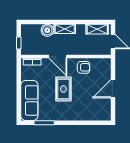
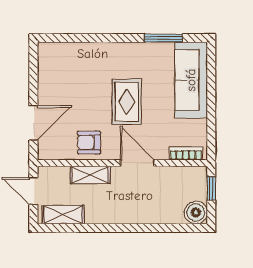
shelving: (65, 29) -> (90, 175), moved
boiler: (47, 30) -> (196, 212), moved
door: (113, 89) -> (33, 123), moved

